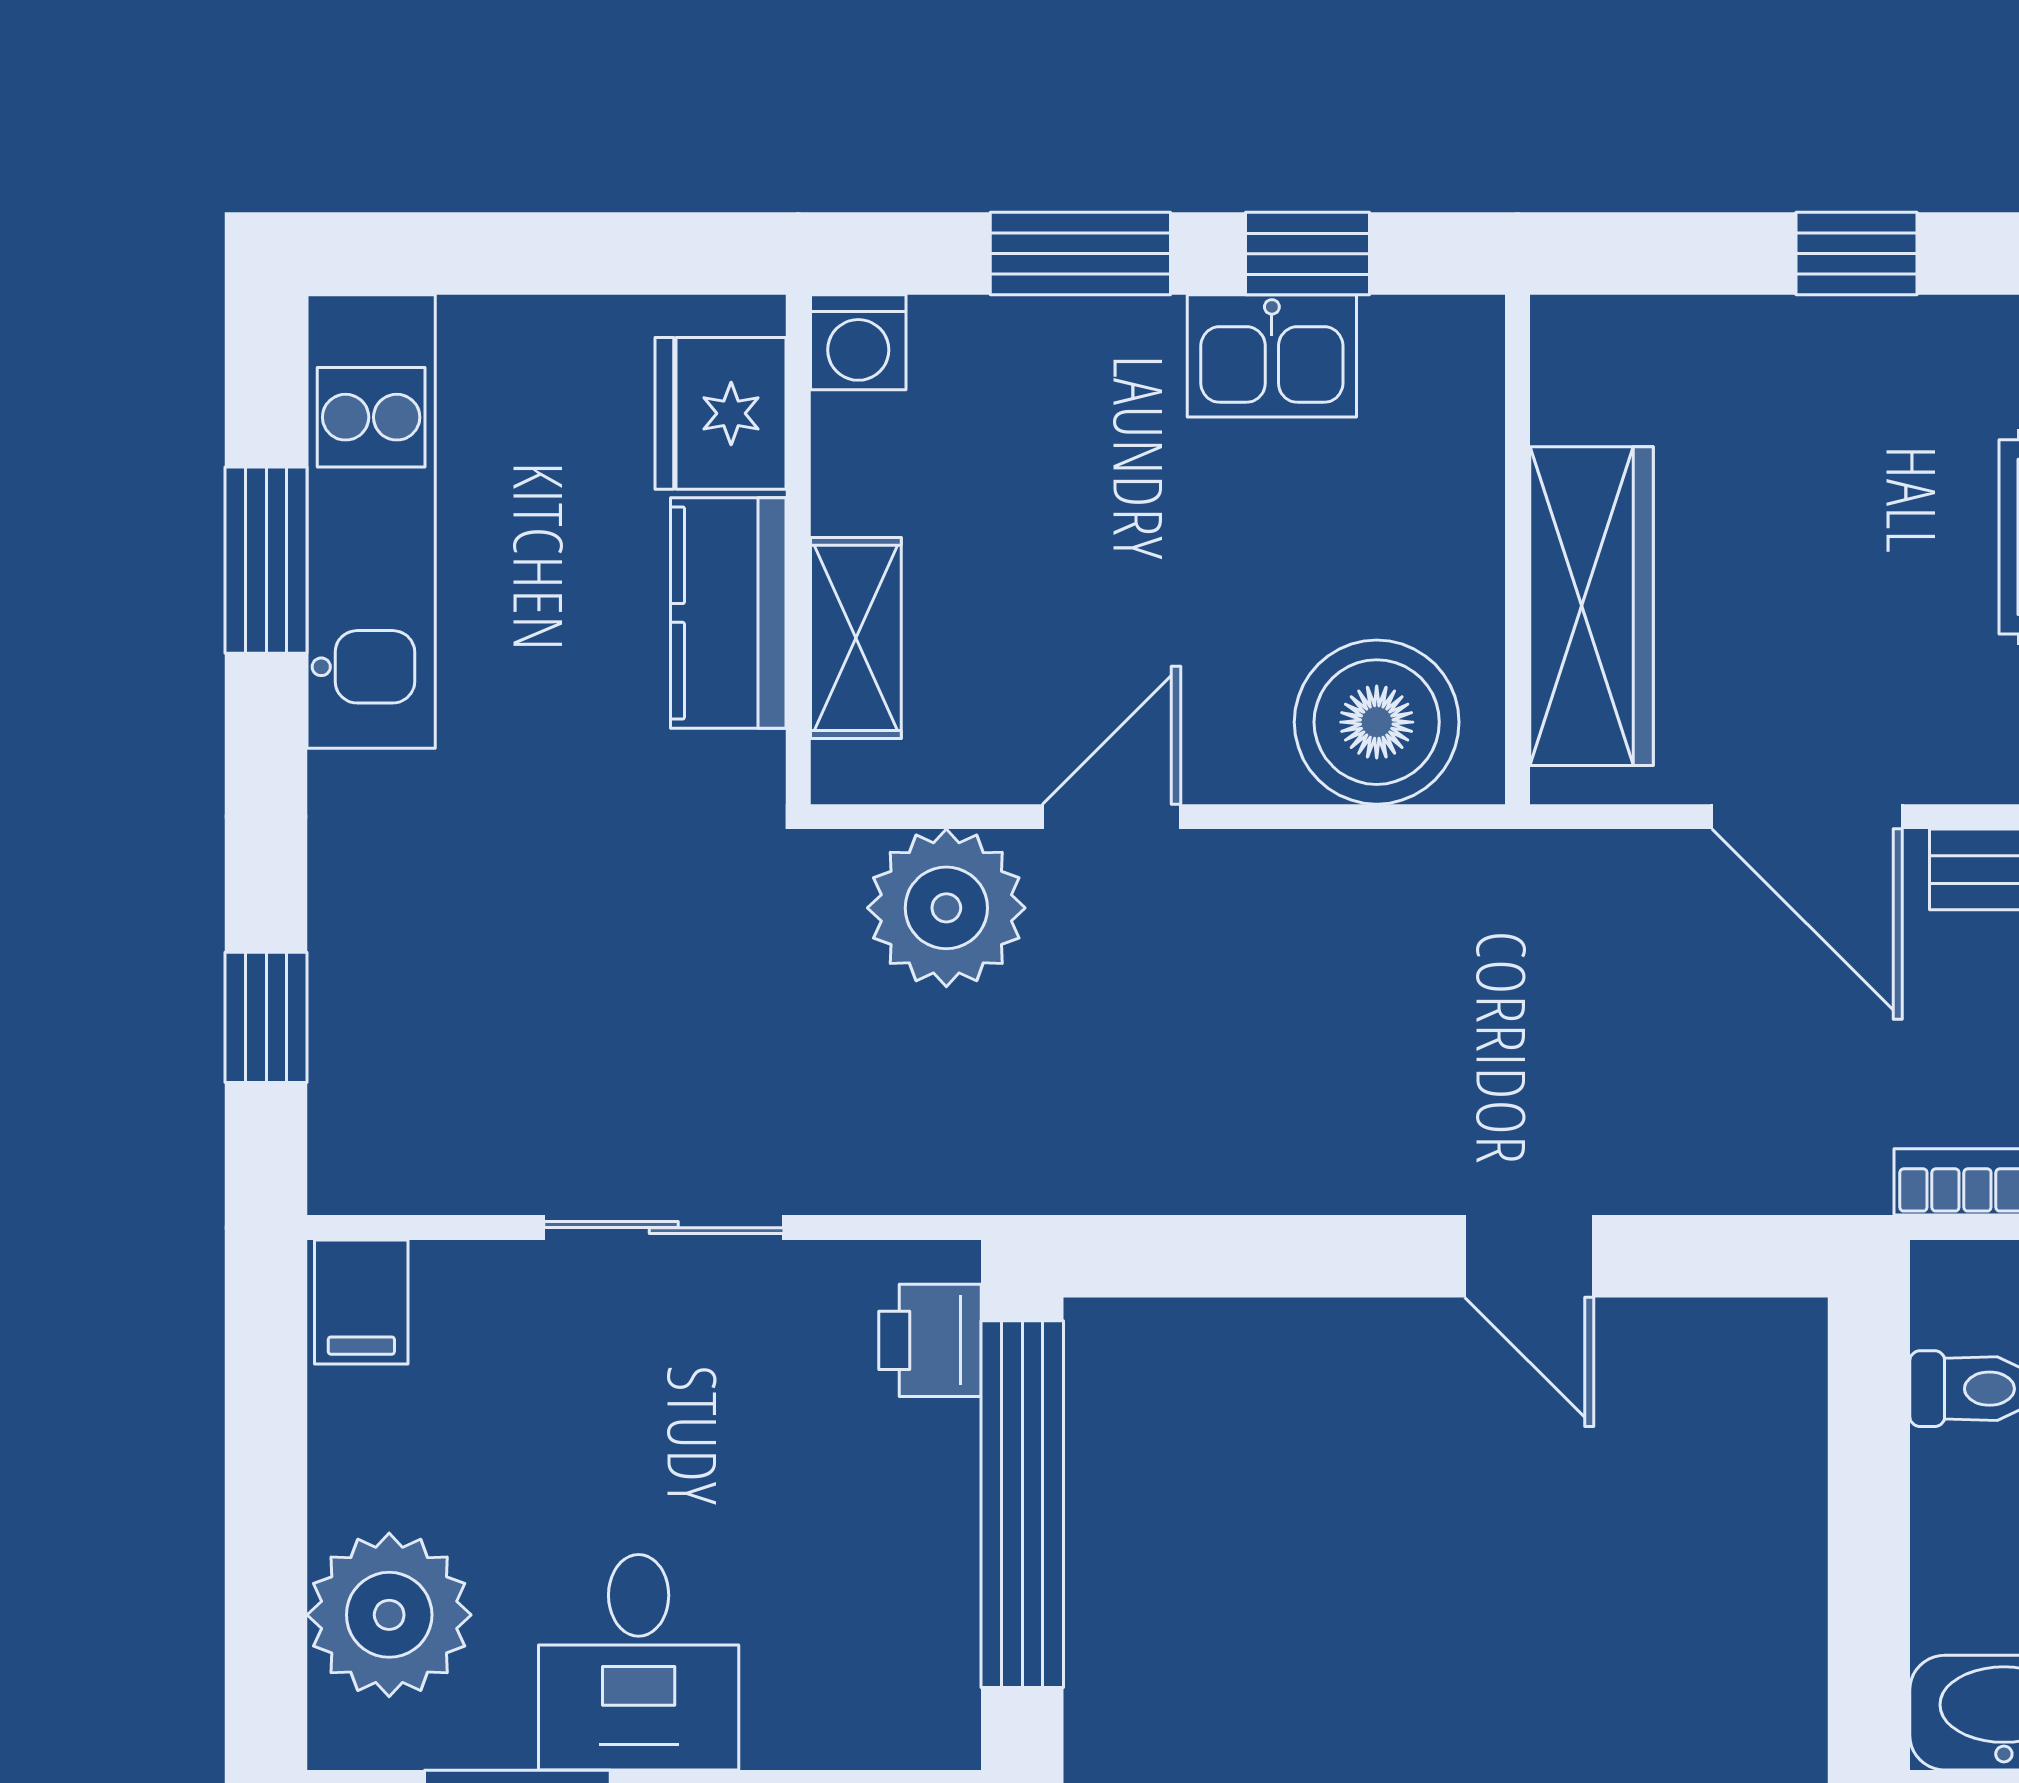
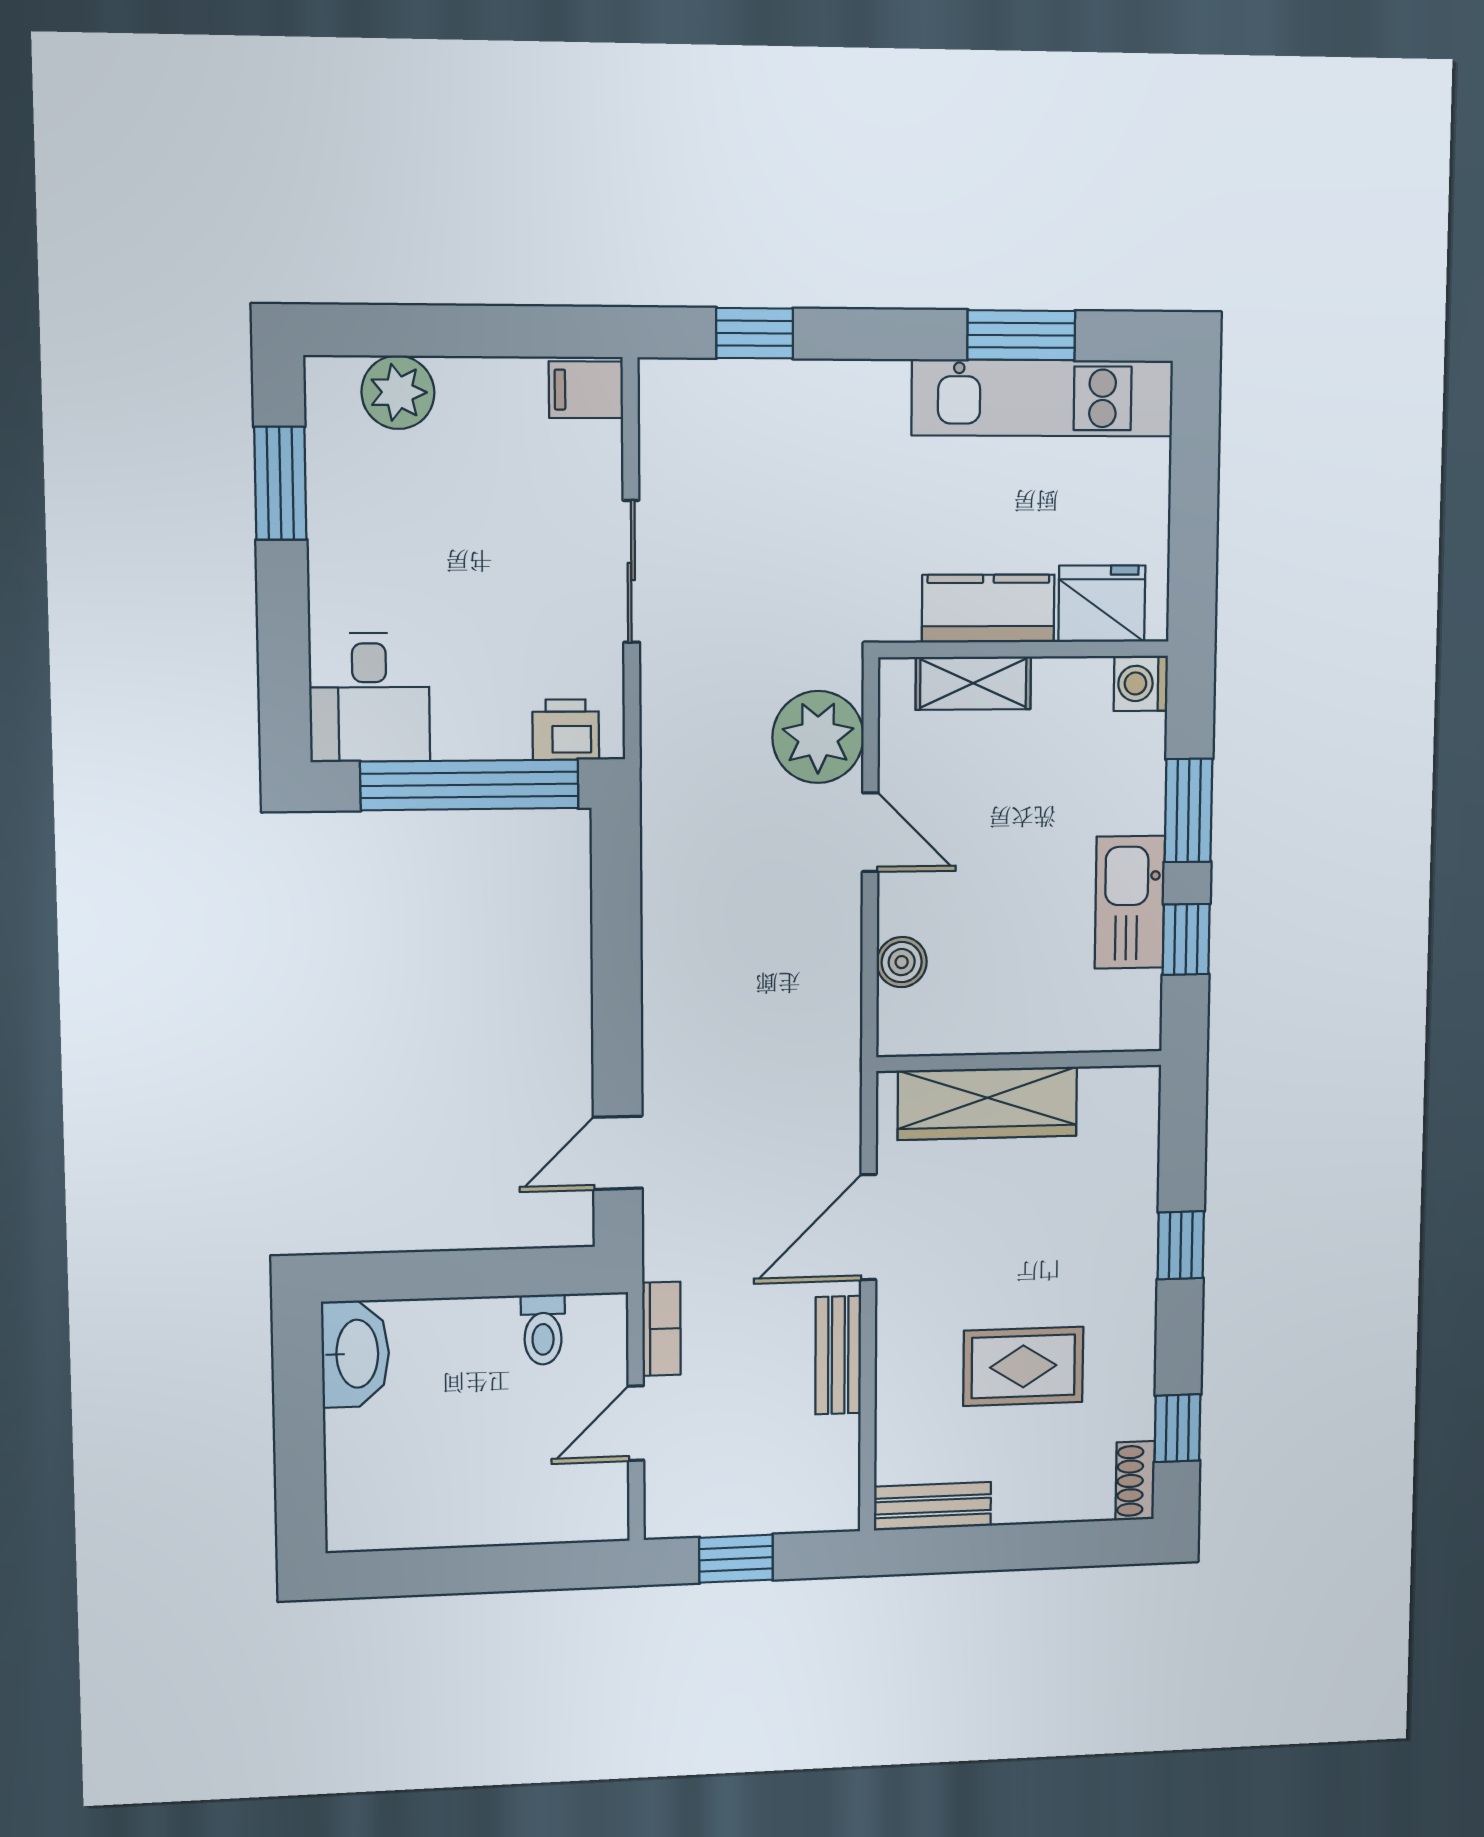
kitchen sink: (1272, 356) -> (1130, 902), width x1.38
boiler: (1377, 722) -> (902, 962), width x0.54, depth x0.54
door: (1529, 1256) -> (618, 1153), moved
plant: (389, 1615) -> (398, 392), width x0.73, depth x0.73
desk: (639, 1662) -> (369, 697), moved, turned -90

